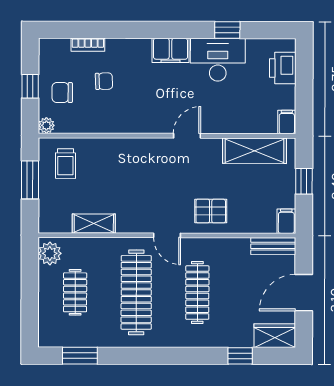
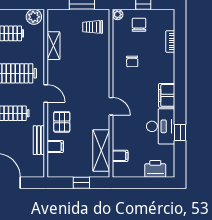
chair: (104, 81) -> (132, 61), moved
filing cabinet: (287, 122) -> (120, 156), moved
filing cabinet: (286, 221) -> (55, 147), moved
door: (167, 235) -> (46, 93), swing flipped
bench: (273, 246) -> (39, 140), moved

